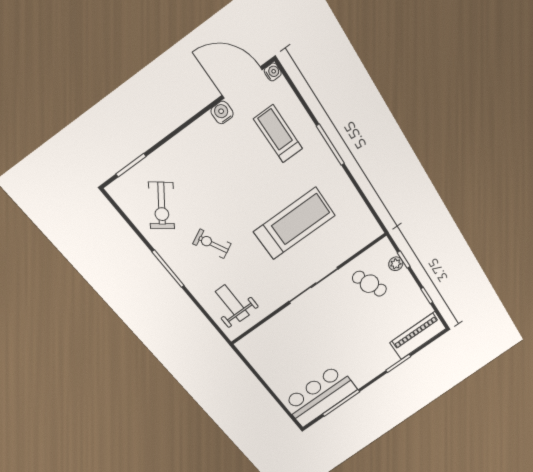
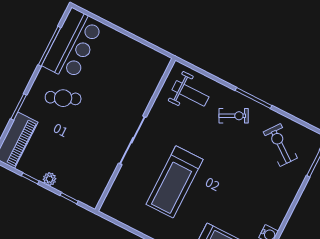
exercise bike: (212, 244) -> (234, 116), moved
plant: (396, 264) -> (50, 179), moved
cafe table: (369, 284) -> (63, 98), moved

